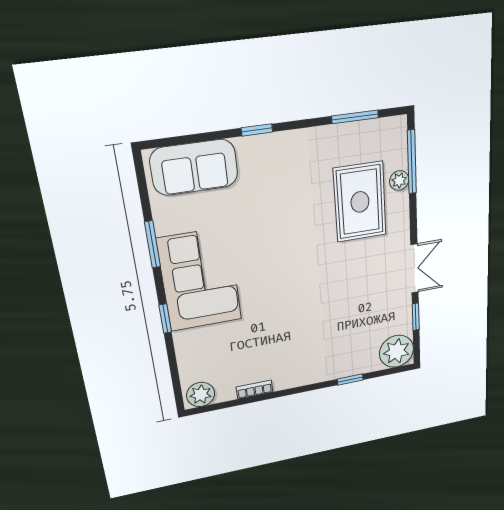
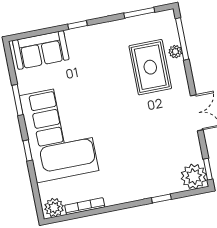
corner sofa: (200, 280) -> (59, 133), width x1.36, depth x1.36
window: (416, 317) -> (208, 169), moved
bookcase: (255, 390) -> (85, 206), width x1.56

